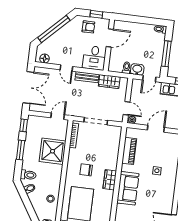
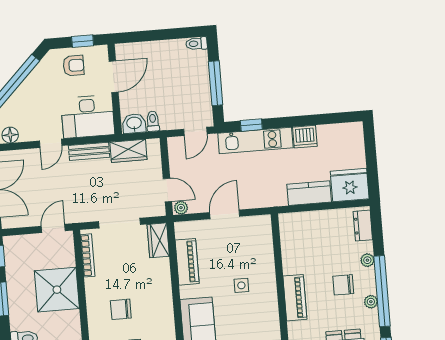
desk: (94, 58) -> (88, 117), width x1.37
door: (66, 68) -> (51, 143), hinge flipped
washbasin: (137, 69) -> (134, 123), moved
wardrobe: (110, 180) -> (158, 240), moved

